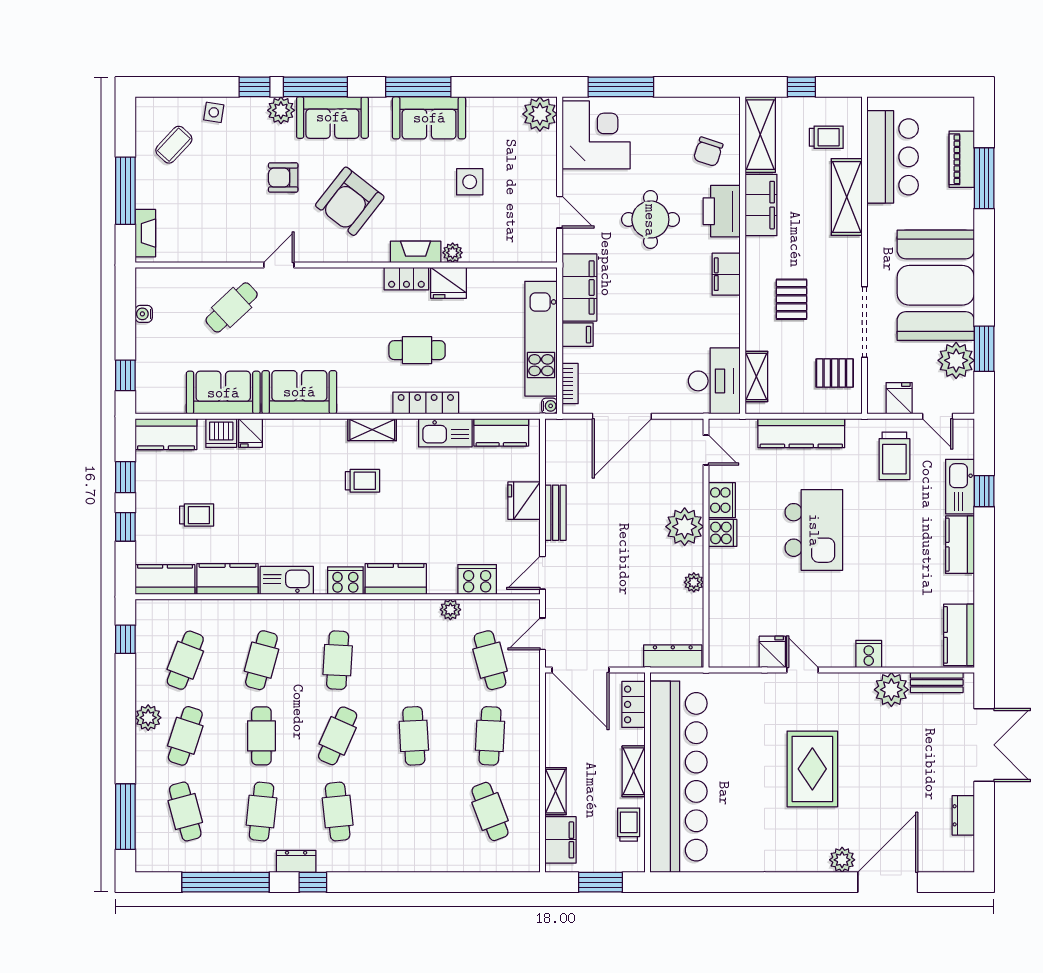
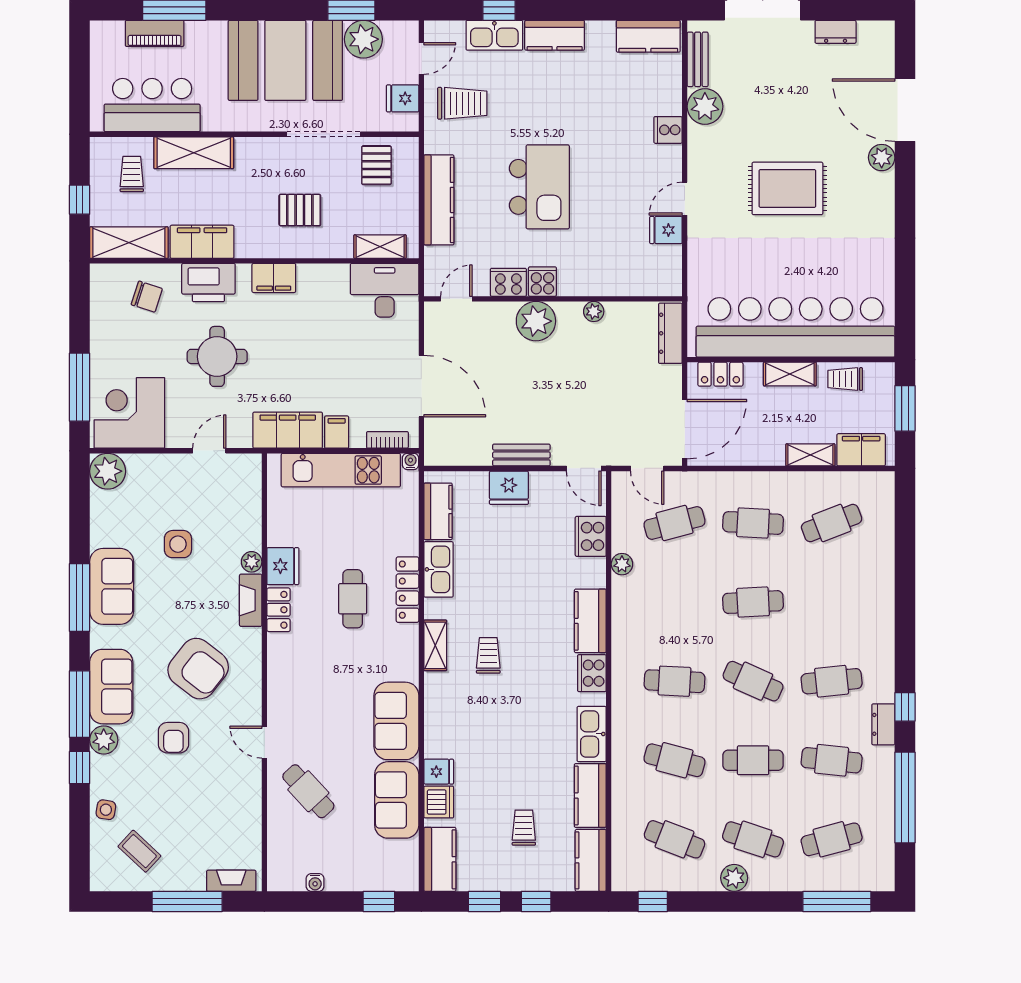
kitchen island: (814, 530) -> (539, 187), turned 90

